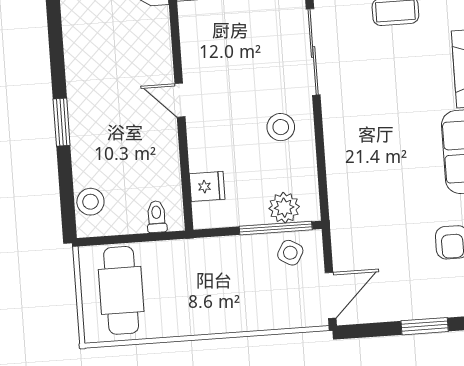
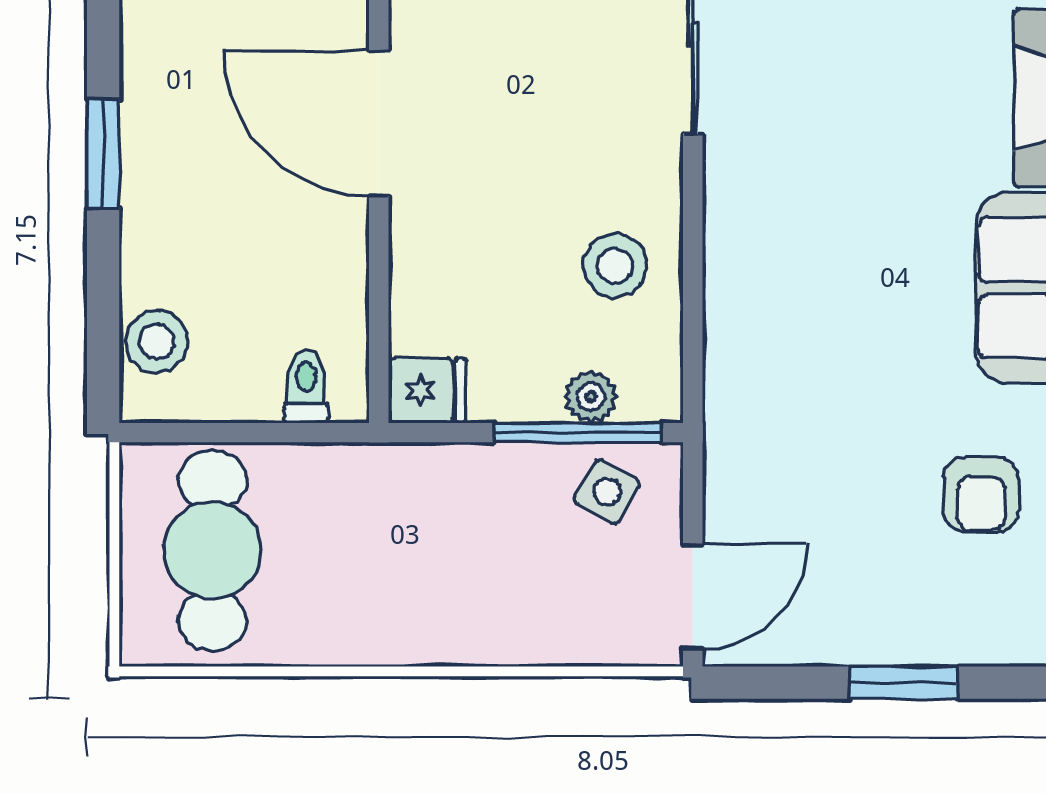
door: (180, 100) -> (379, 123), width x1.88
stool: (281, 127) -> (615, 266), moved
fridge: (207, 186) -> (427, 391), moved
plant: (284, 208) -> (591, 397), width x0.73, depth x0.73

